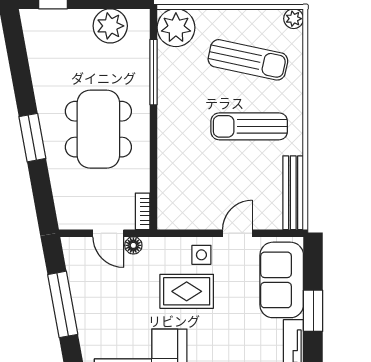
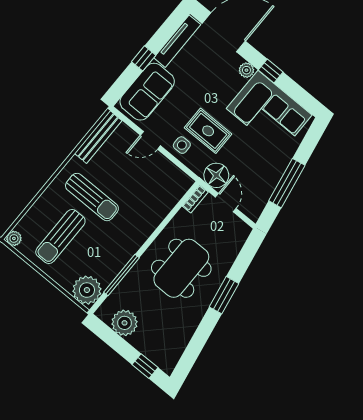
sun lounger: (248, 60) -> (60, 236), turned -102
floor lamp: (133, 245) -> (216, 175), width x1.89, depth x1.89
window: (313, 311) -> (144, 58), width x0.67

